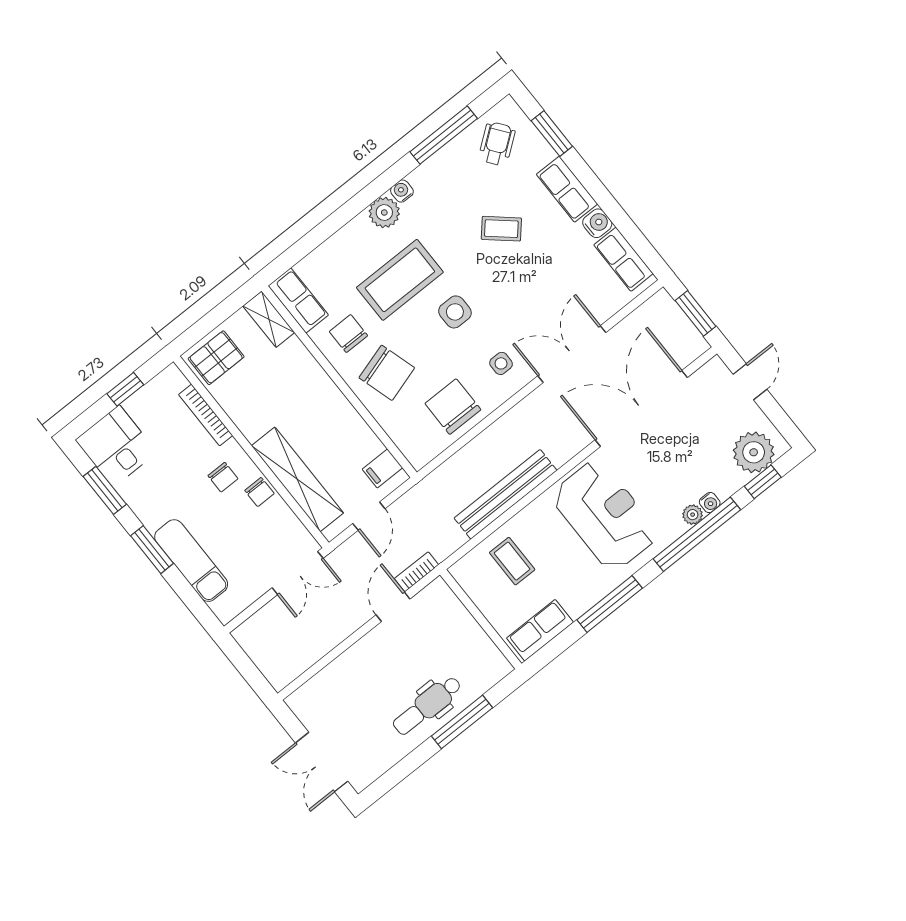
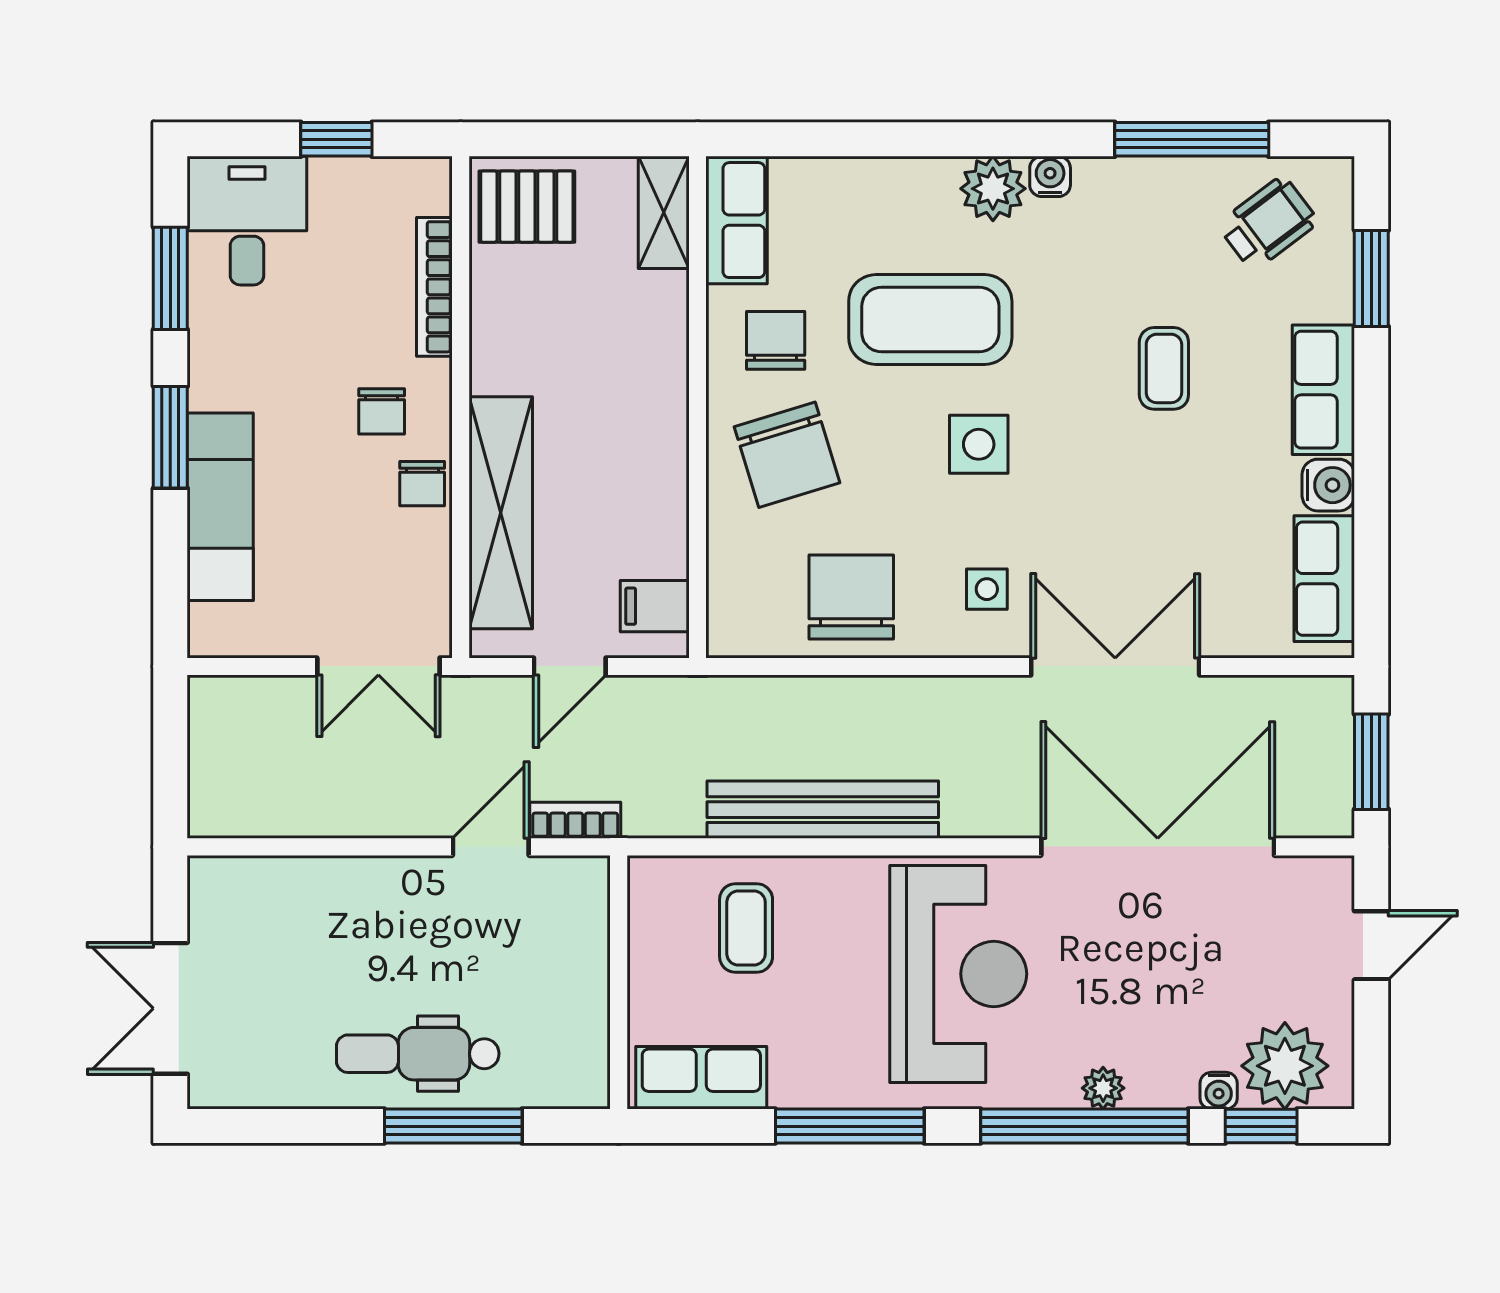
coffee table: (501, 229) -> (1164, 368), turned 49
water cooler: (710, 503) -> (1219, 1091), moved

